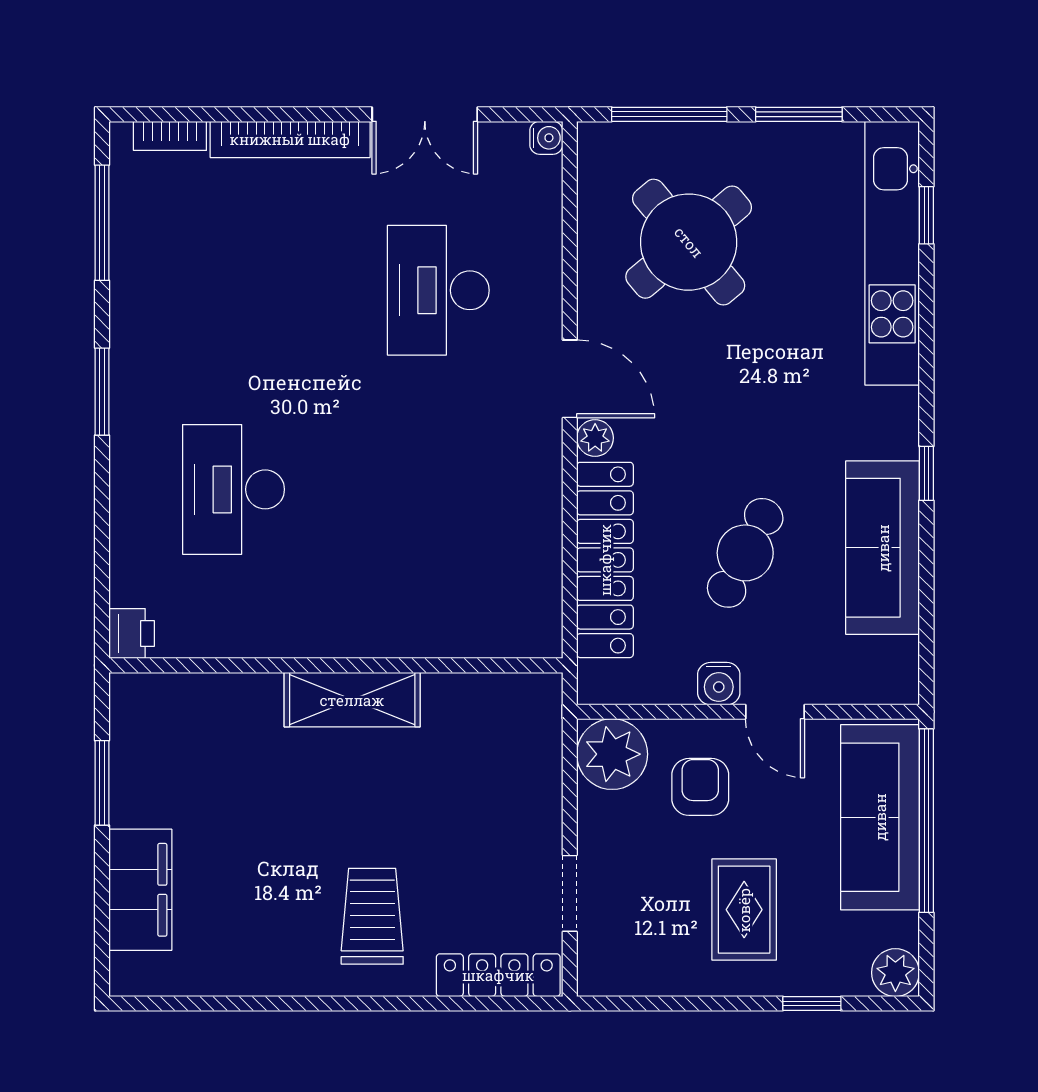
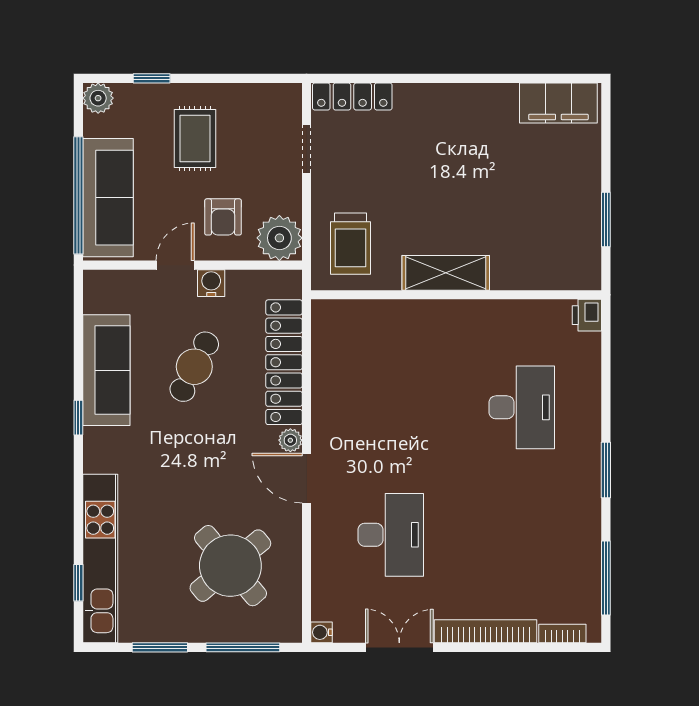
door: (775, 712) -> (175, 265), hinge flipped
filing cabinet: (140, 890) -> (558, 103), moved, turned -90
trolley: (372, 916) -> (350, 244), moved

